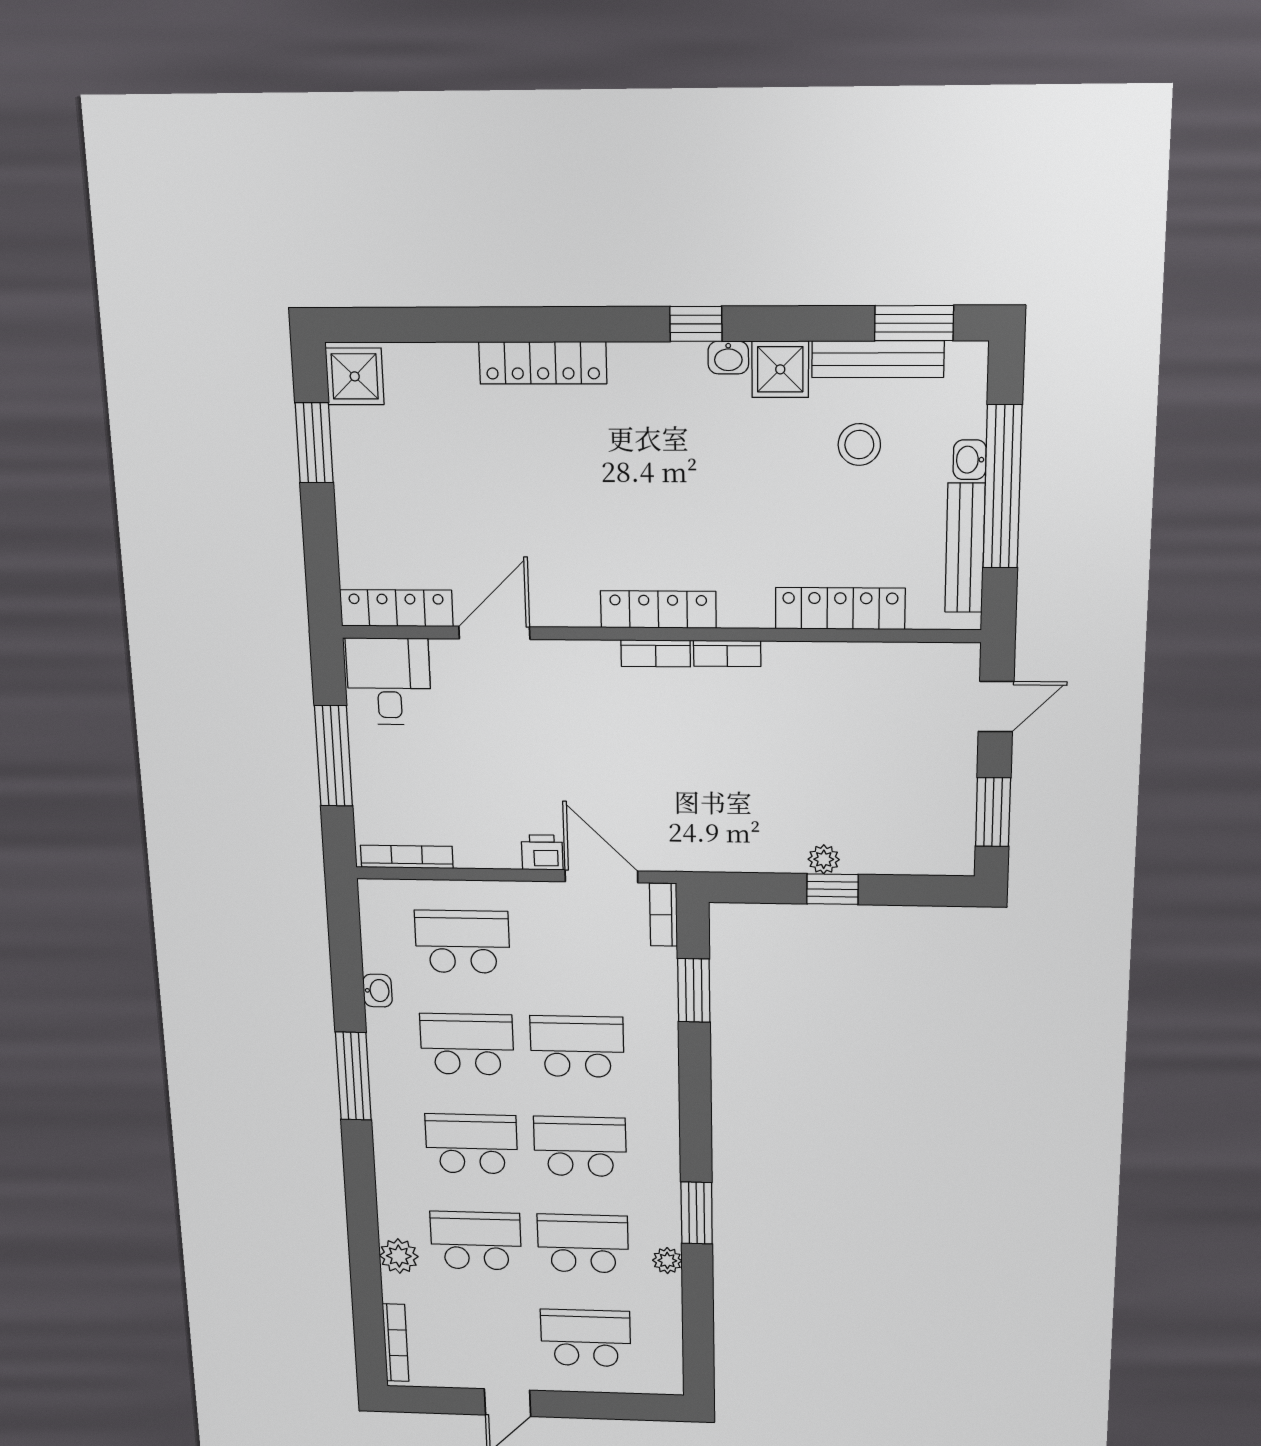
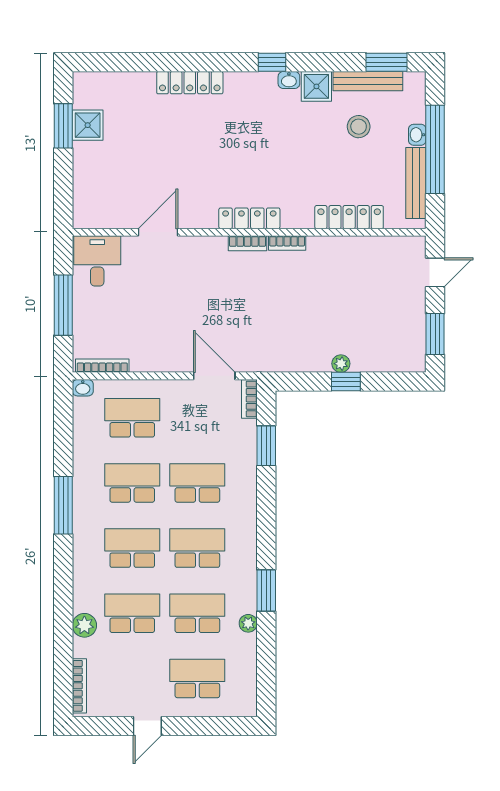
shower: (355, 376) -> (88, 125), moved
locker: (396, 608) -> (104, 218), removed
printer: (542, 852) -> (181, 362), removed
washbasin: (378, 991) -> (83, 388), moved, turned 90

